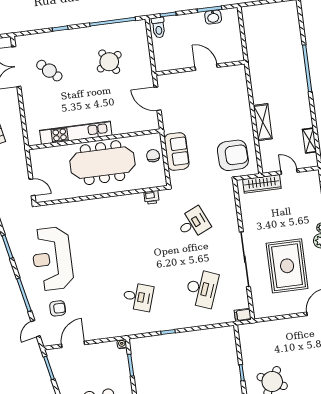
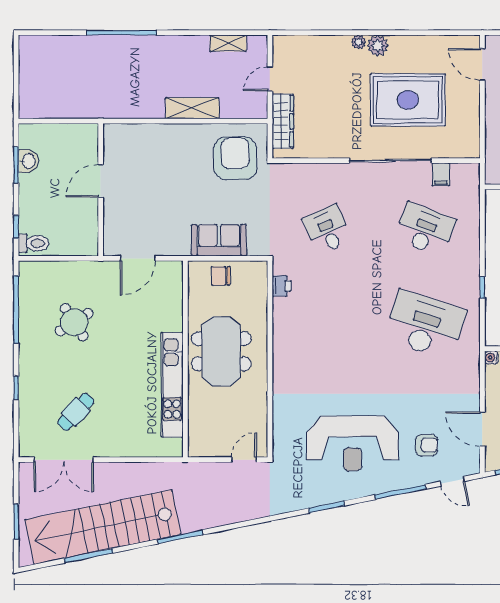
meeting table: (102, 163) -> (221, 351), width x0.73
desk: (138, 297) -> (425, 325), width x1.87, depth x1.30
armchair: (58, 308) -> (427, 445), turned 90
filing cabinet: (243, 315) -> (441, 174), moved

